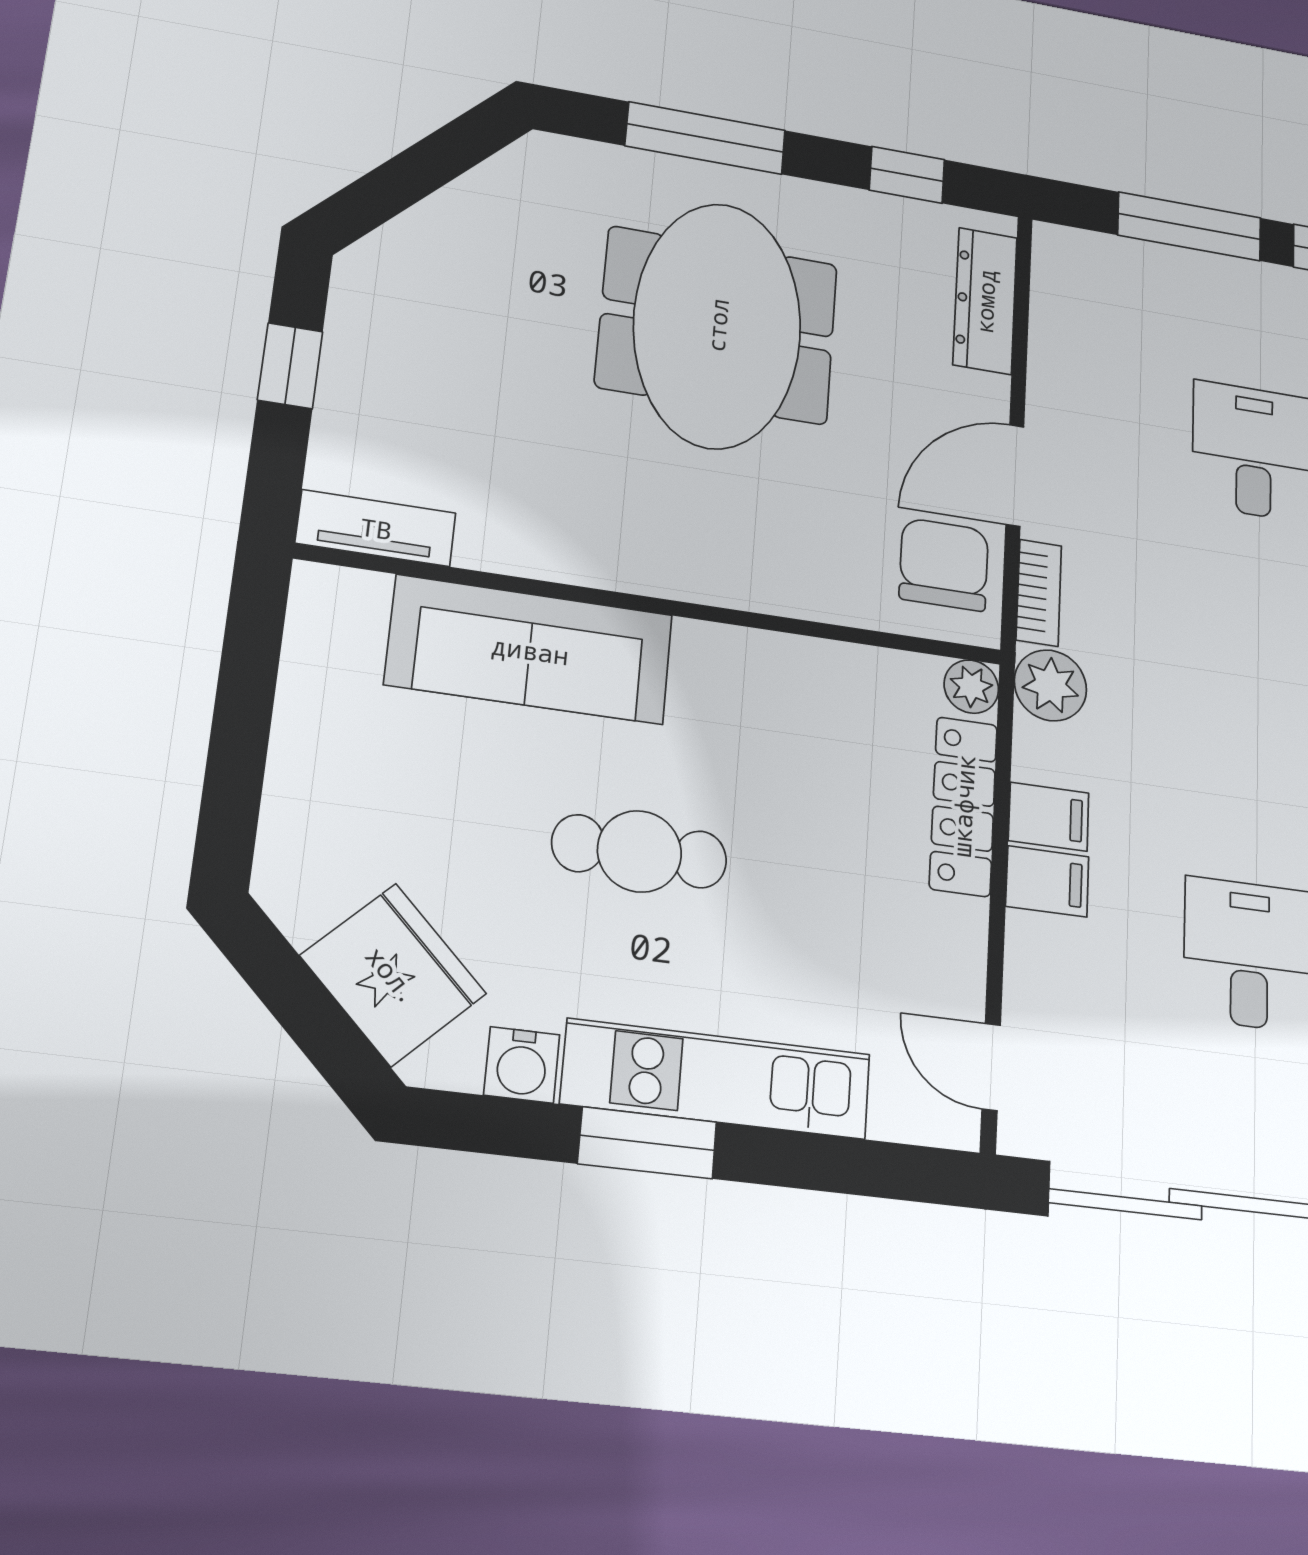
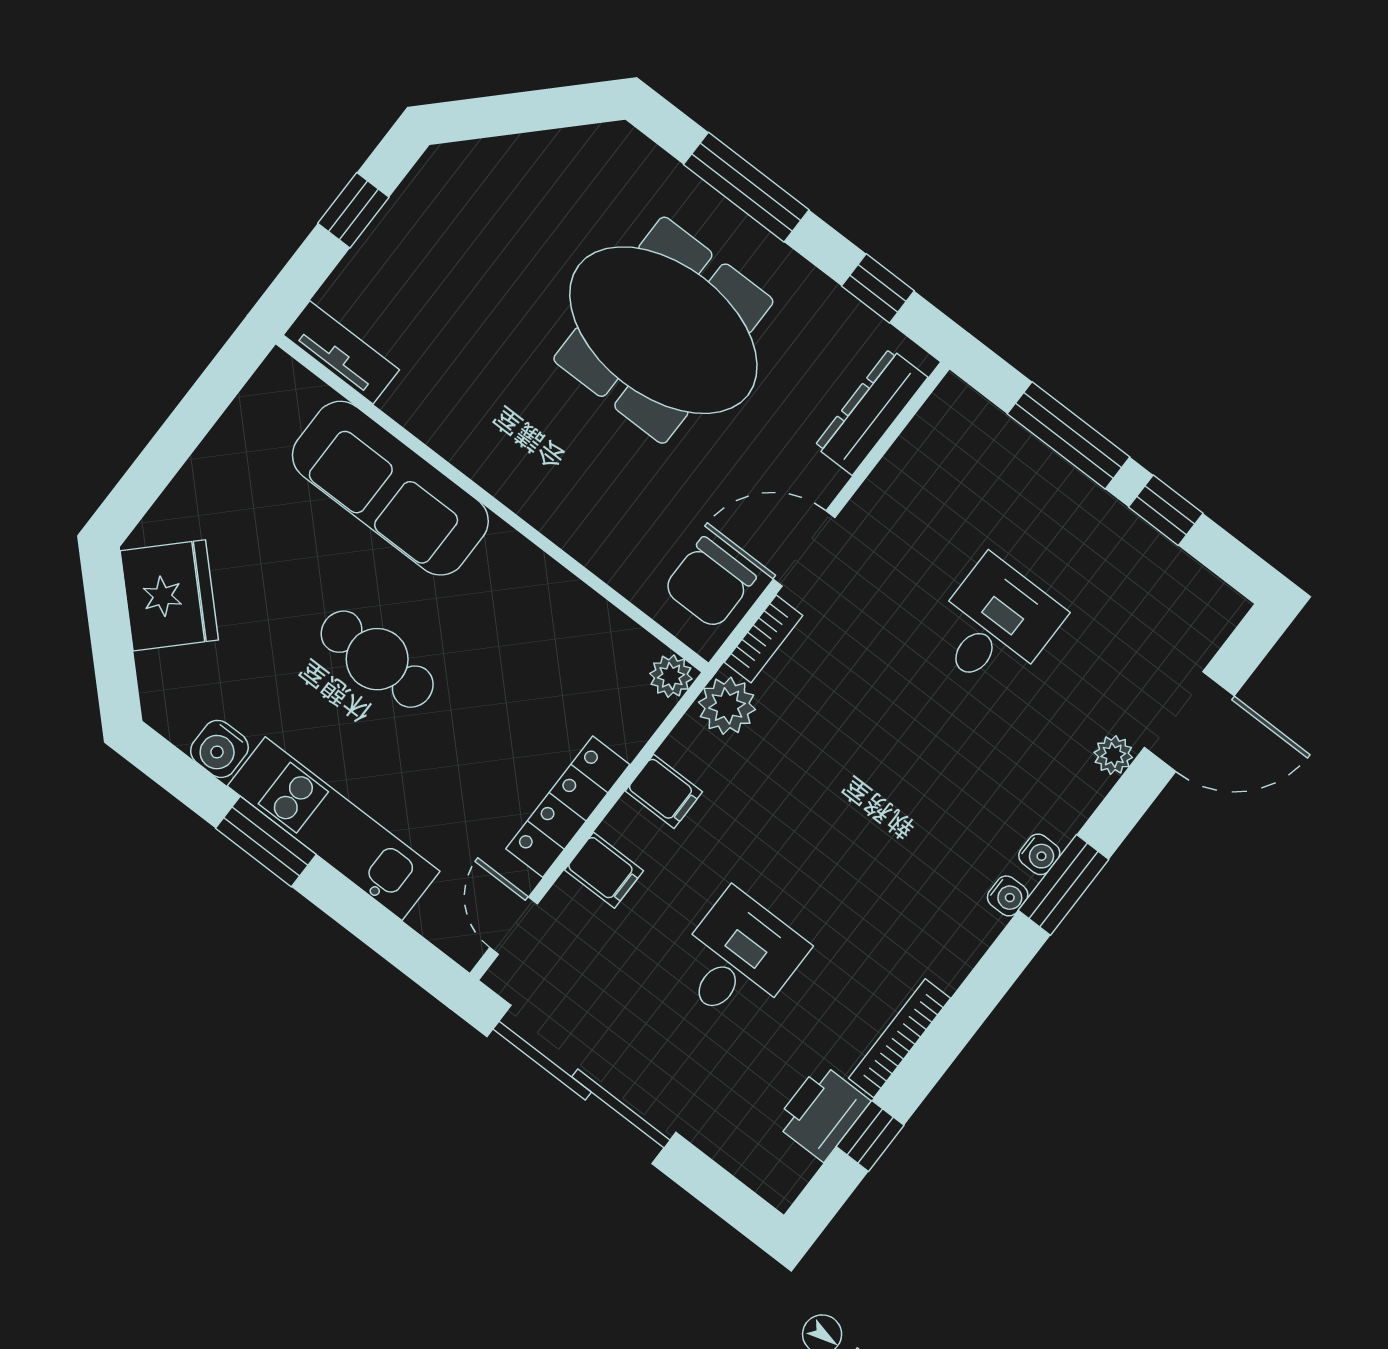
meeting table: (717, 325) -> (663, 330), turned 90
chair: (944, 564) -> (710, 583), turned 180
locker: (963, 806) -> (568, 807), moved
filing cabinet: (1047, 881) -> (604, 870), moved
fridge: (393, 975) -> (169, 595), moved

